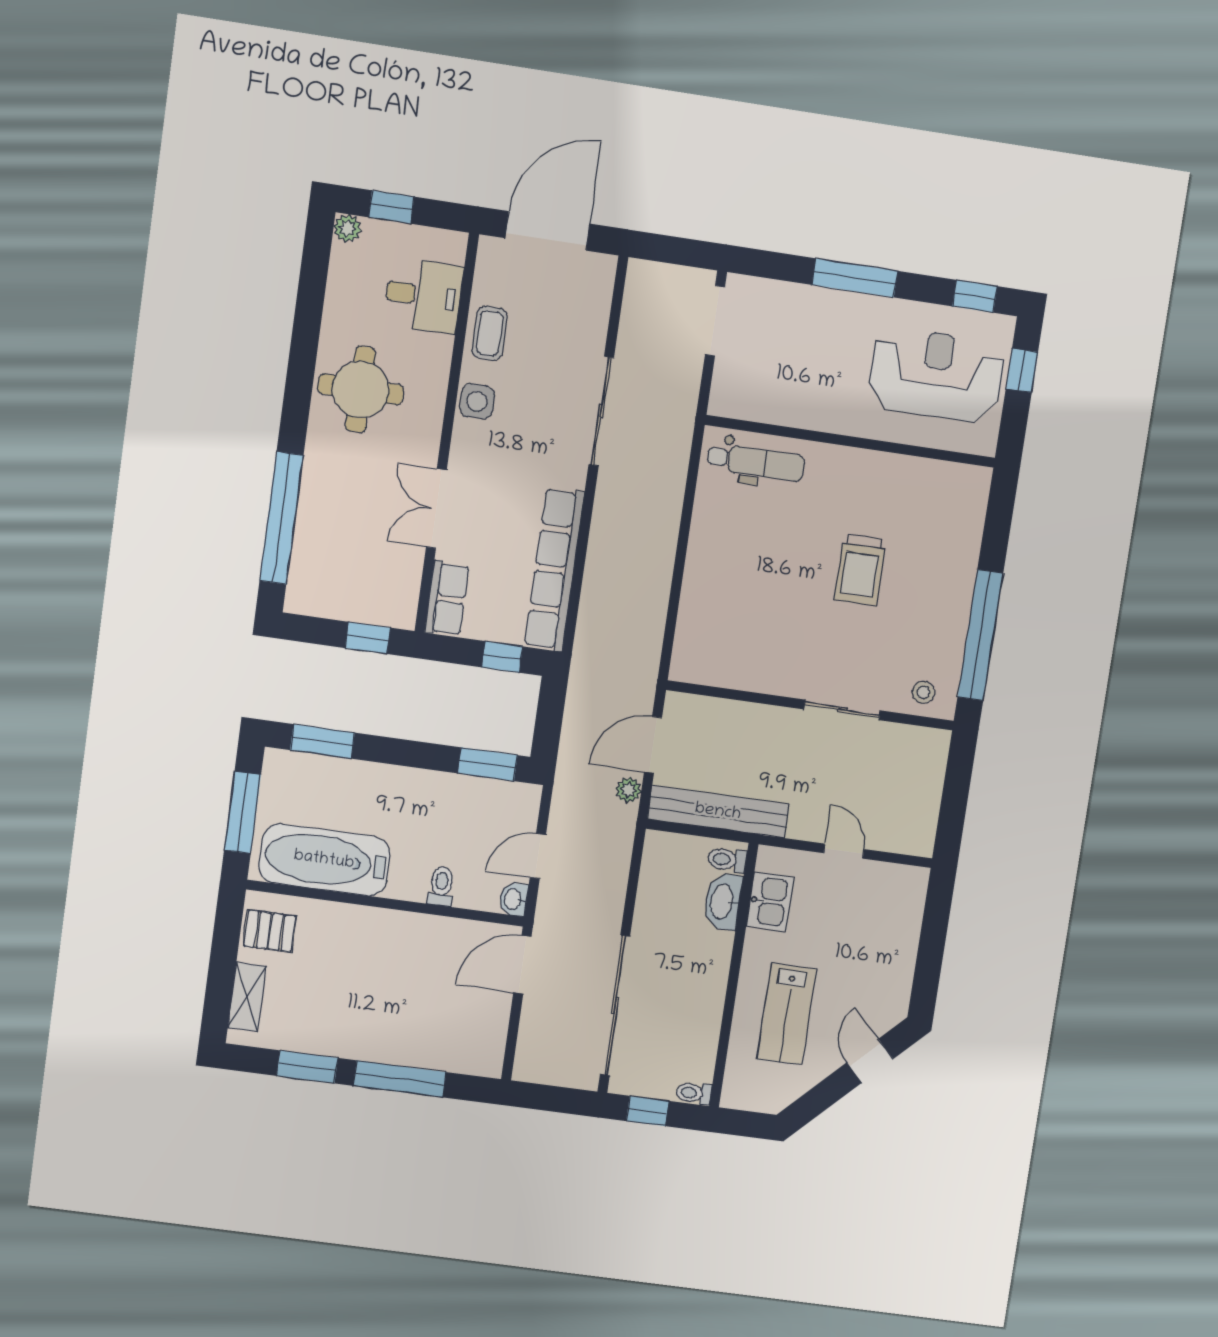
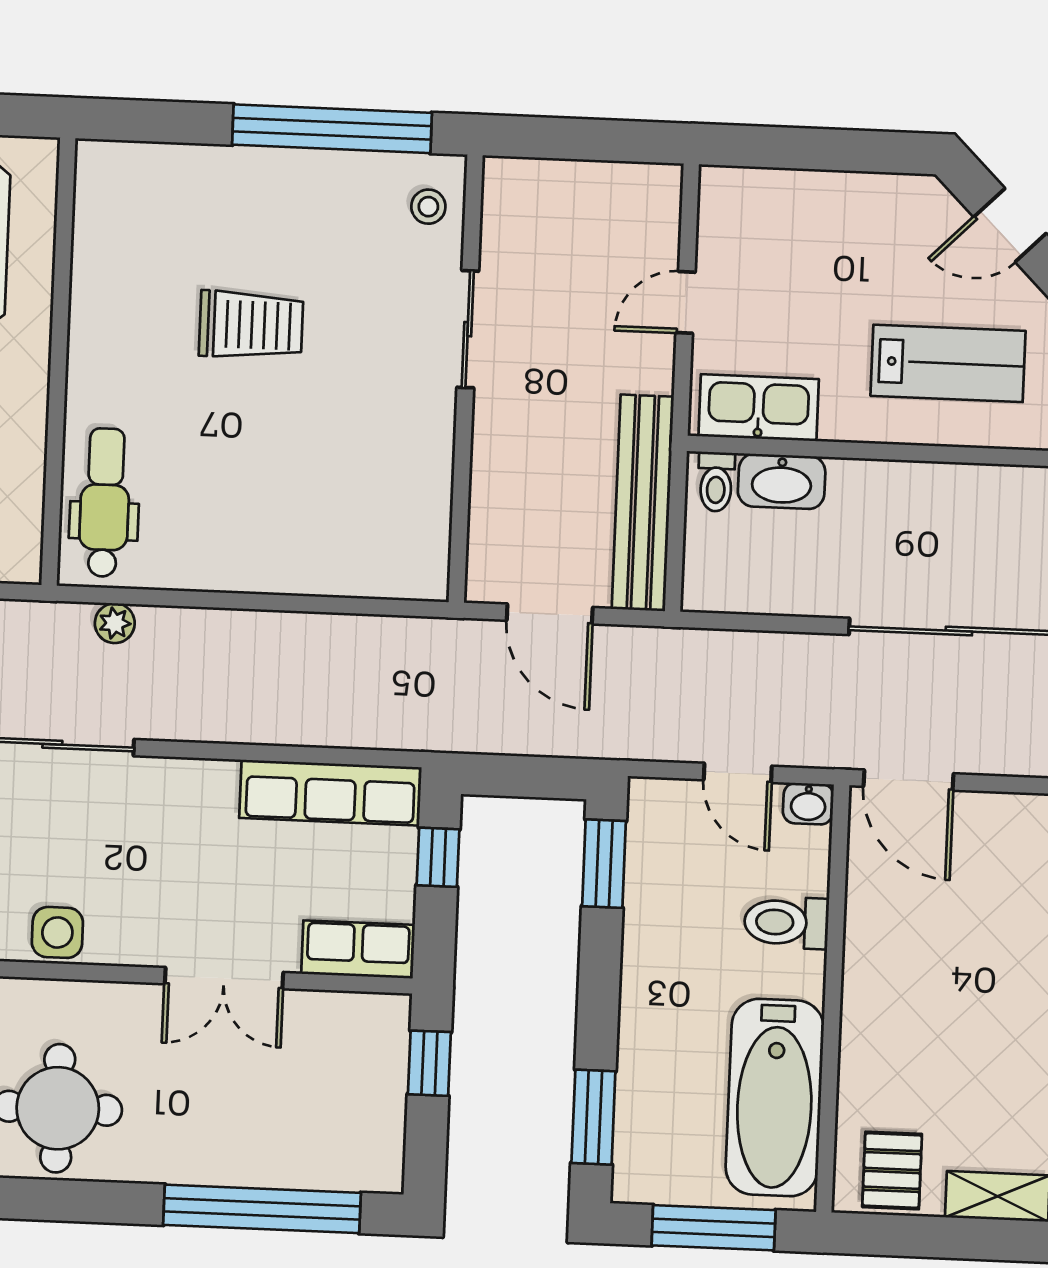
row of seats: (554, 569) -> (330, 793), width x0.73
plant: (628, 790) -> (115, 623), moved
toilet: (441, 886) -> (786, 922), width x1.37, depth x1.39
kitchen sink: (770, 902) -> (759, 408), width x1.38

